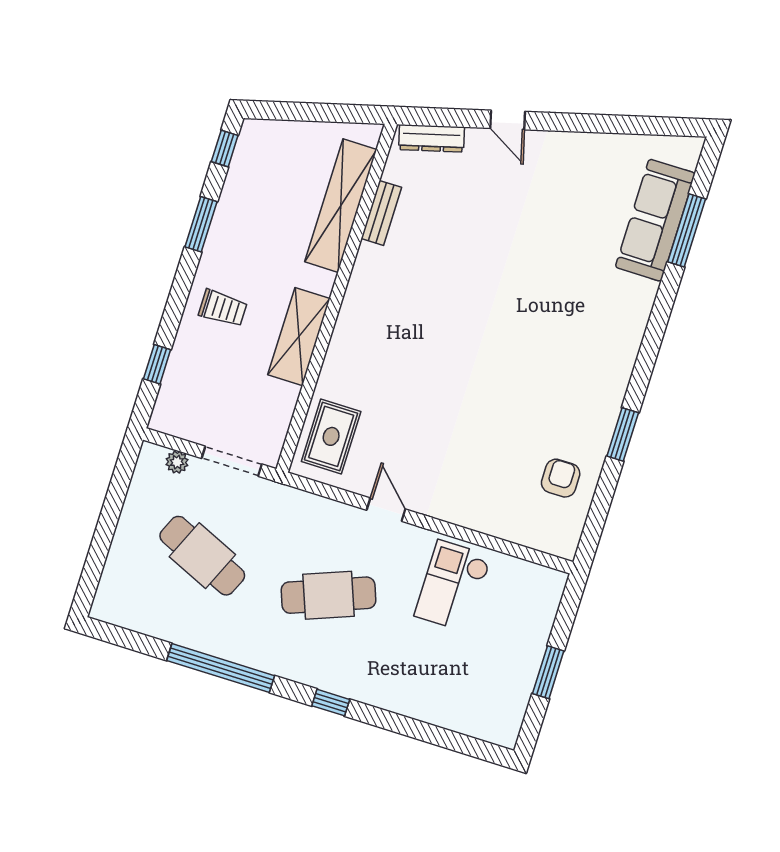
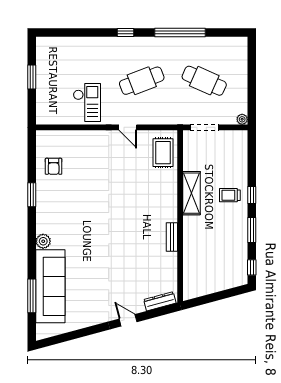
shelving: (341, 206) -> (191, 258), removed
bench: (381, 213) -> (172, 237), moved
sofa: (655, 220) -> (50, 286), width x1.36, depth x1.27
plant: (629, 333) -> (43, 241), added
window: (157, 364) -> (252, 195), moved
plant: (177, 462) -> (242, 119), moved

